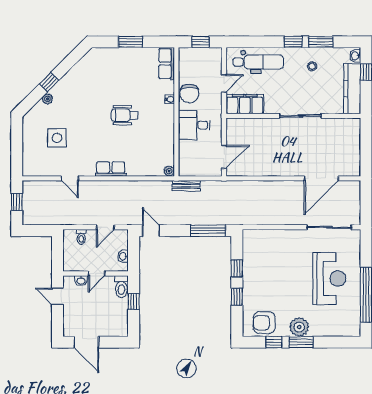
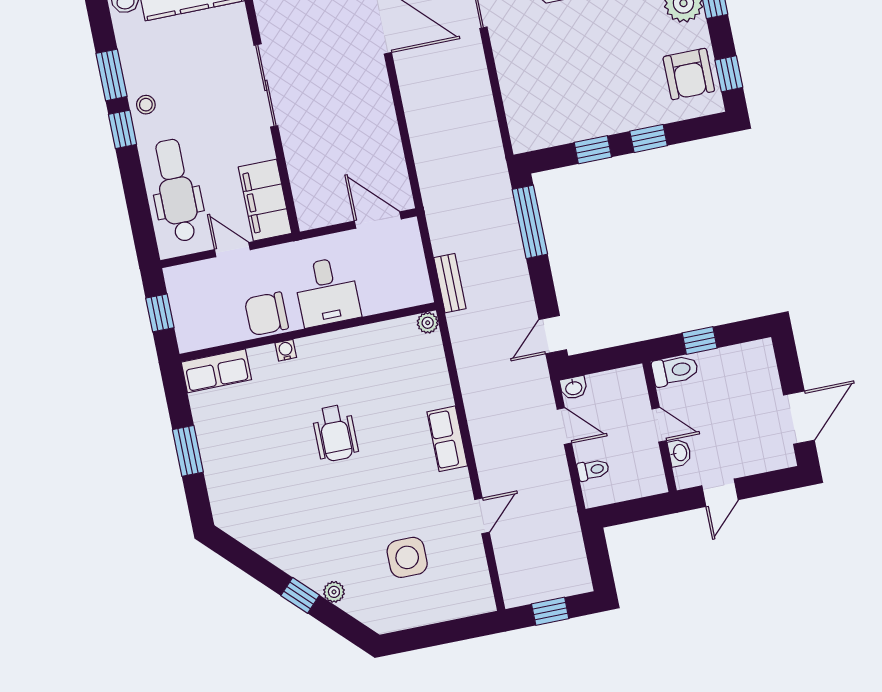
stool: (312, 66) -> (146, 105), moved
chair: (189, 94) -> (266, 314), turned 180
washbasin: (123, 256) -> (574, 388), moved
window: (274, 342) -> (729, 74), moved

